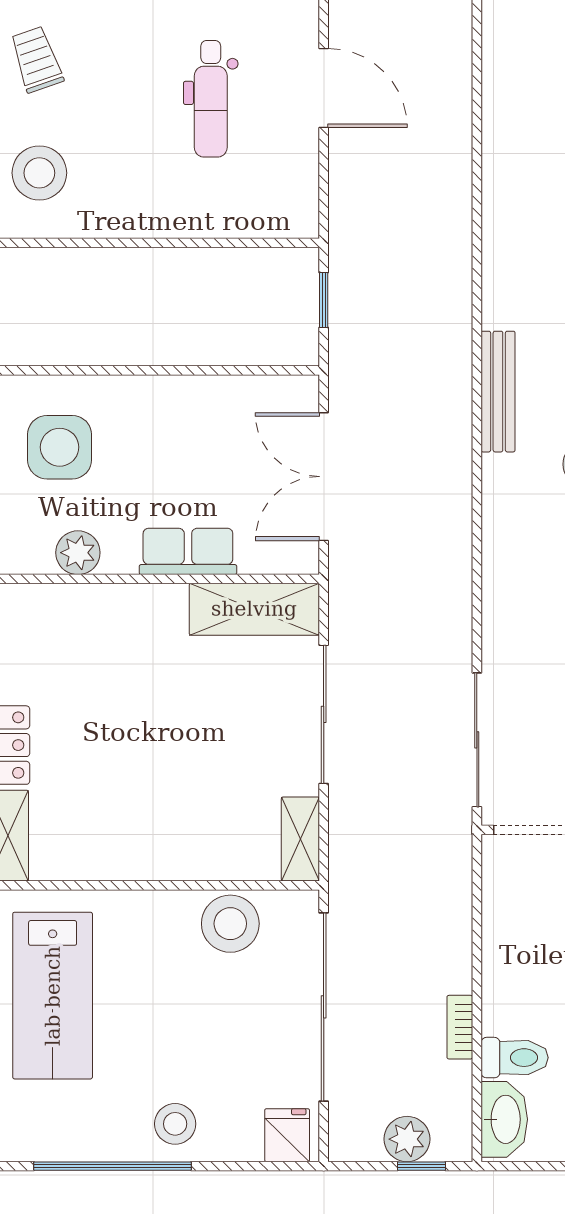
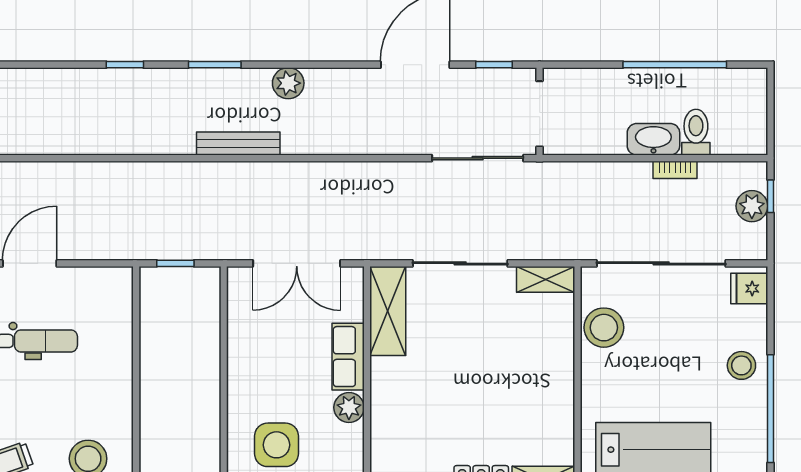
plant: (78, 553) -> (349, 407), moved
washbasin: (504, 1119) -> (653, 139), moved

